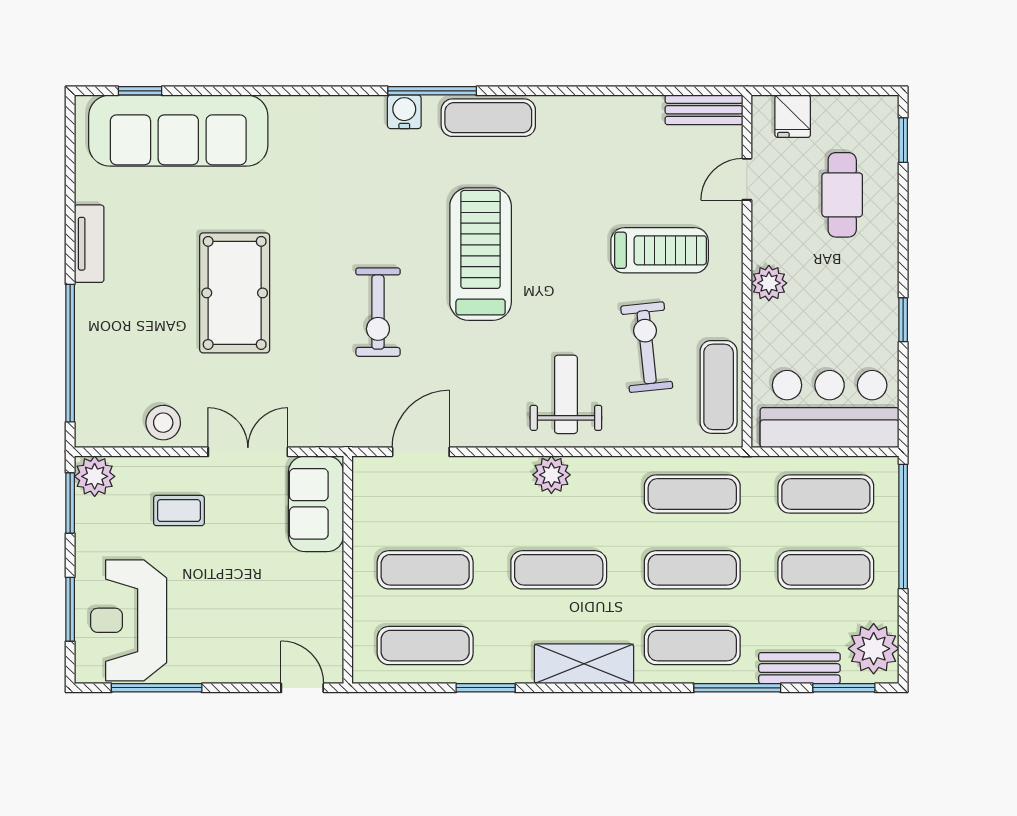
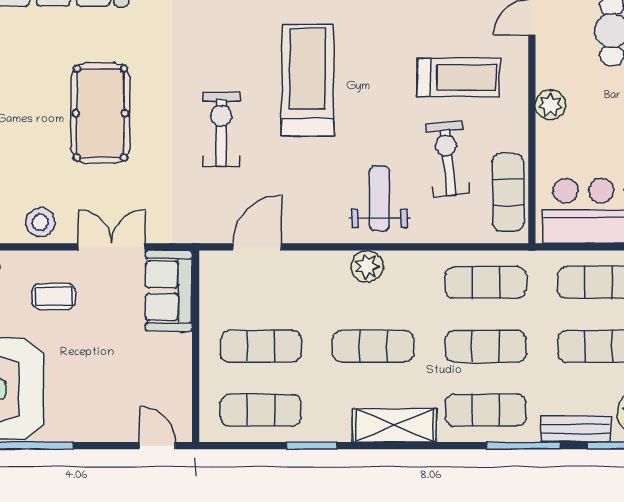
exercise bike: (378, 312) -> (221, 129), turned 180

